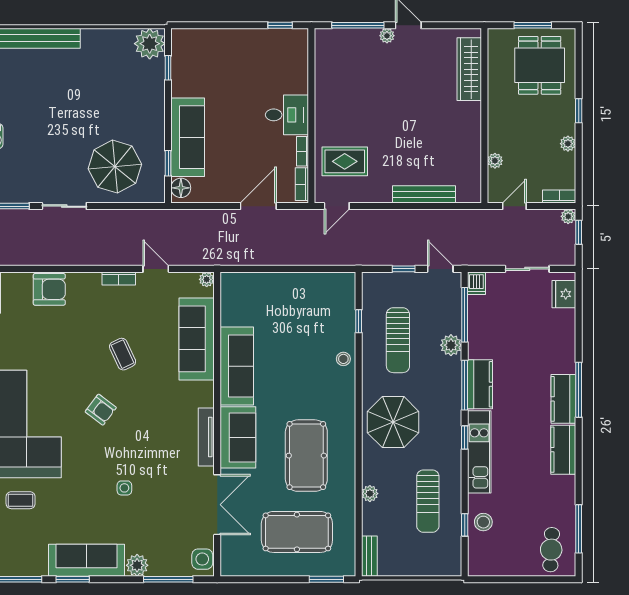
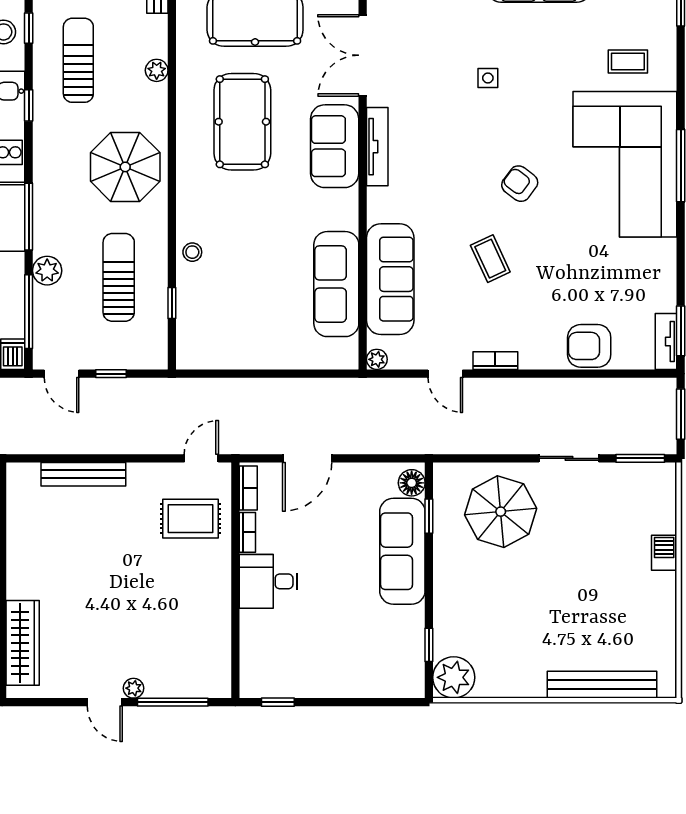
sofa: (237, 366) -> (336, 284), moved
window: (465, 437) -> (29, 105), moved

